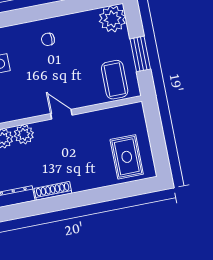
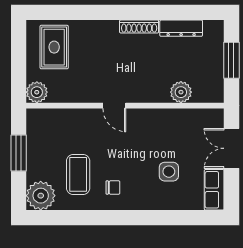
coffee table: (115, 80) -> (78, 174), moved
plant: (24, 134) -> (37, 92), moved

